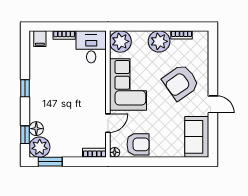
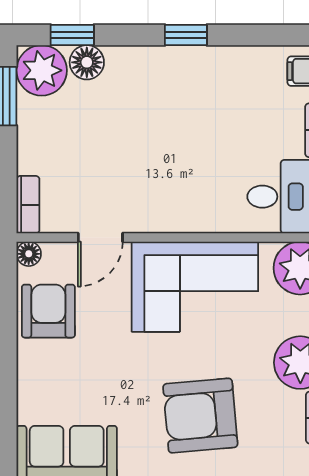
armchair: (181, 82) -> (200, 416), turned -60
door: (108, 123) -> (100, 237), hinge flipped
armchair: (138, 144) -> (48, 311), turned 180

